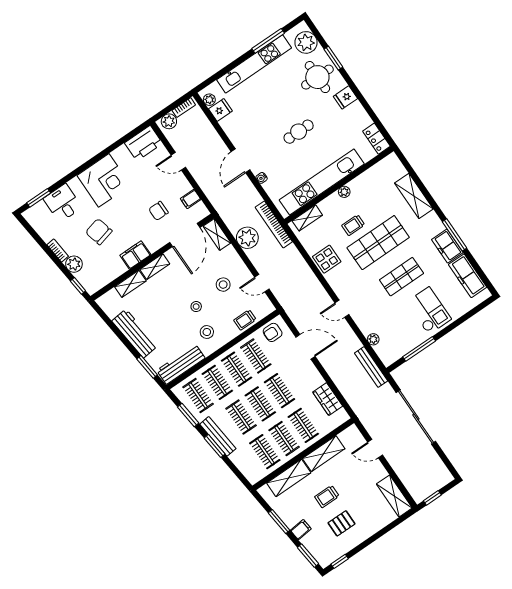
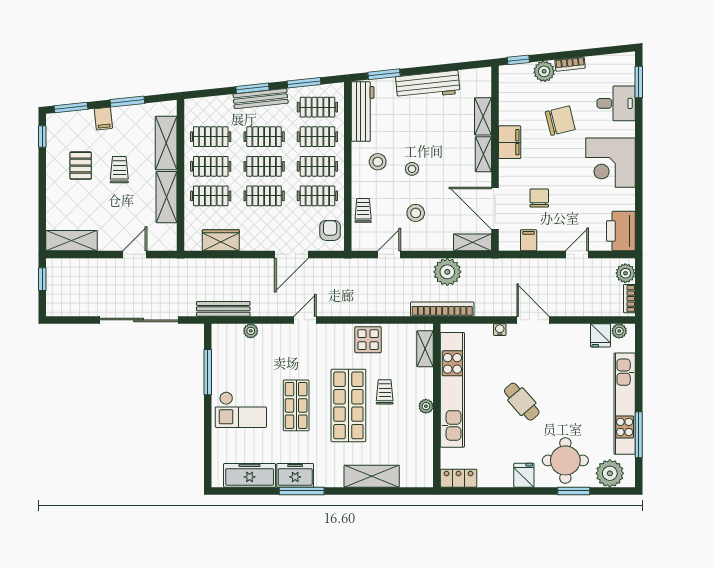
cafe table: (299, 132) -> (522, 402), turned -41

